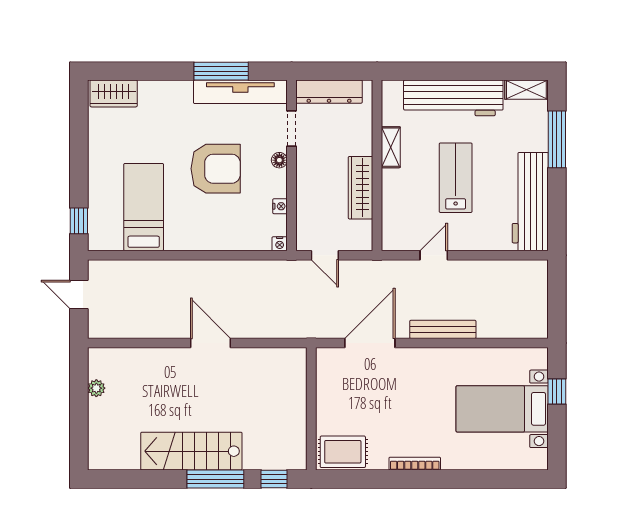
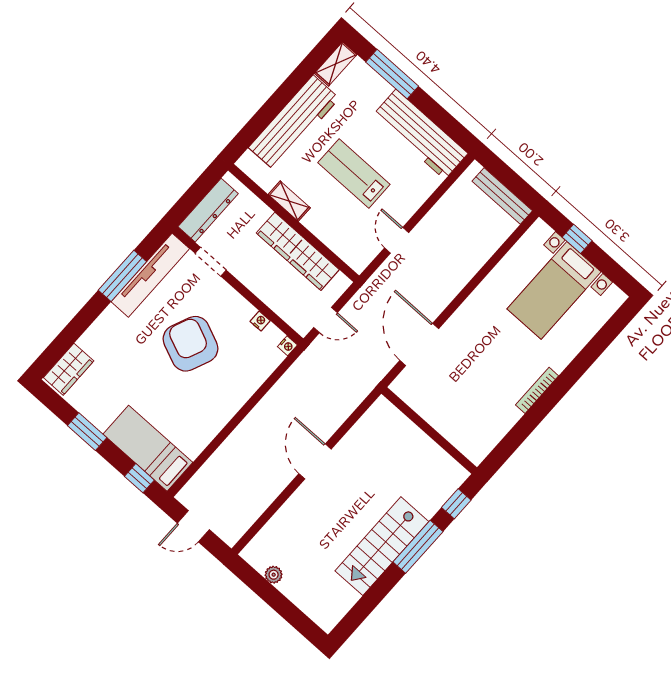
window: (79, 150) -> (87, 432), added
floor lamp: (279, 160) -> (226, 291), removed
armchair: (216, 169) -> (190, 344), turned -67
wardrobe: (361, 188) -> (298, 251), width x1.40, depth x1.17
bed: (144, 207) -> (148, 448), moved
bench: (443, 329) -> (502, 196), moved, turned 90
door: (211, 343) -> (315, 461), hinge flipped
rug: (343, 452) -> (481, 435), removed

